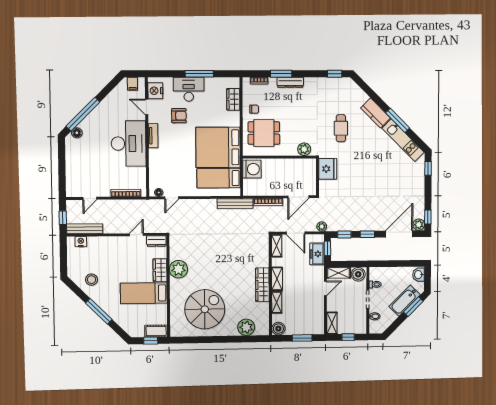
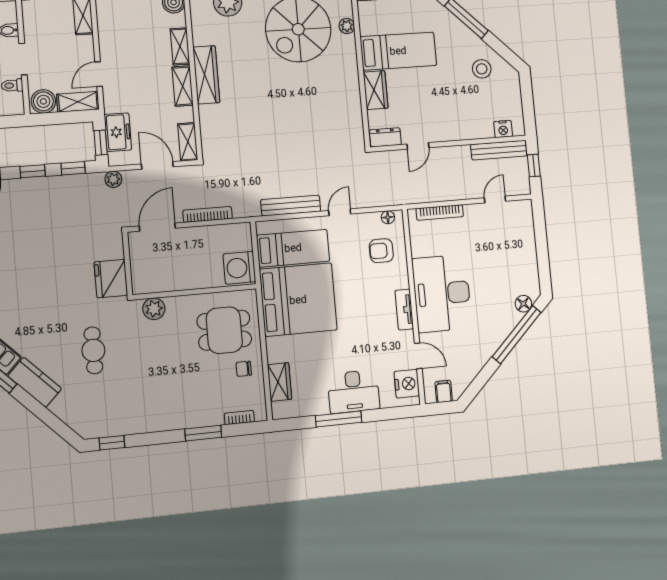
dresser: (290, 82) -> (187, 420), removed
armchair: (179, 116) -> (381, 251), moved
door: (172, 198) -> (340, 212), moved
bench: (235, 204) -> (291, 206), moved
plant: (178, 269) -> (347, 26), moved, width x0.53, depth x0.53

